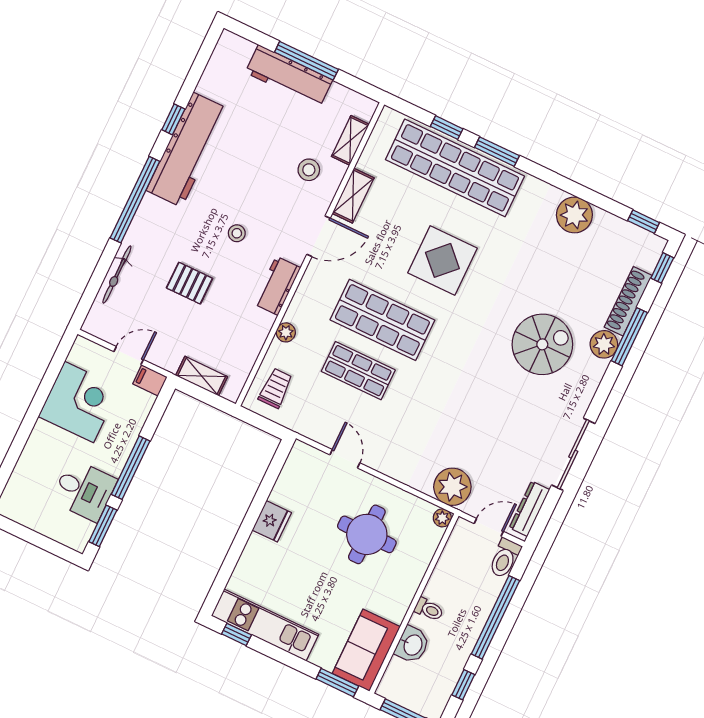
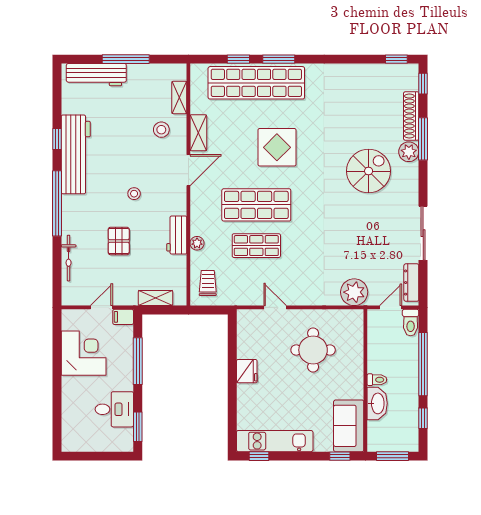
workbench: (289, 76) -> (96, 75), moved
plant: (574, 215) -> (349, 76), removed
pallet: (190, 283) -> (119, 241), turned 90
workbench: (277, 286) -> (177, 235), moved
window: (131, 468) -> (138, 361), moved
plant: (442, 518) -> (357, 316), removed
washbasin: (412, 645) -> (377, 403), width x1.38
window: (337, 683) -> (340, 456), width x0.67

